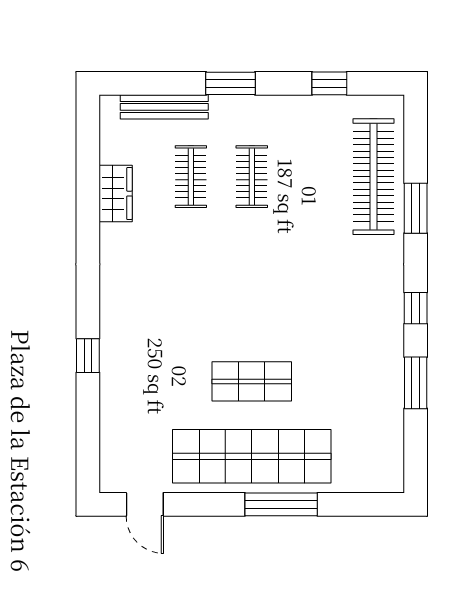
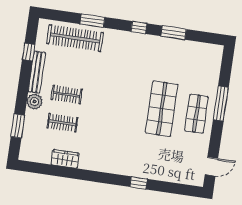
window: (230, 83) -> (18, 126), moved
bench: (164, 107) -> (37, 72), moved
plant: (227, 111) -> (35, 102), added
shop shelf: (252, 381) -> (162, 109), width x1.43, depth x1.36
shop shelf: (252, 456) -> (196, 114), width x0.50, depth x0.74

